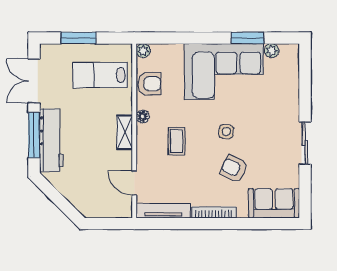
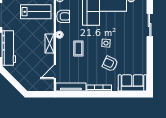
lab bench: (100, 75) -> (36, 12), turned 180
sliding door: (305, 143) -> (150, 25), moved
door: (134, 183) -> (55, 72), hinge flipped

